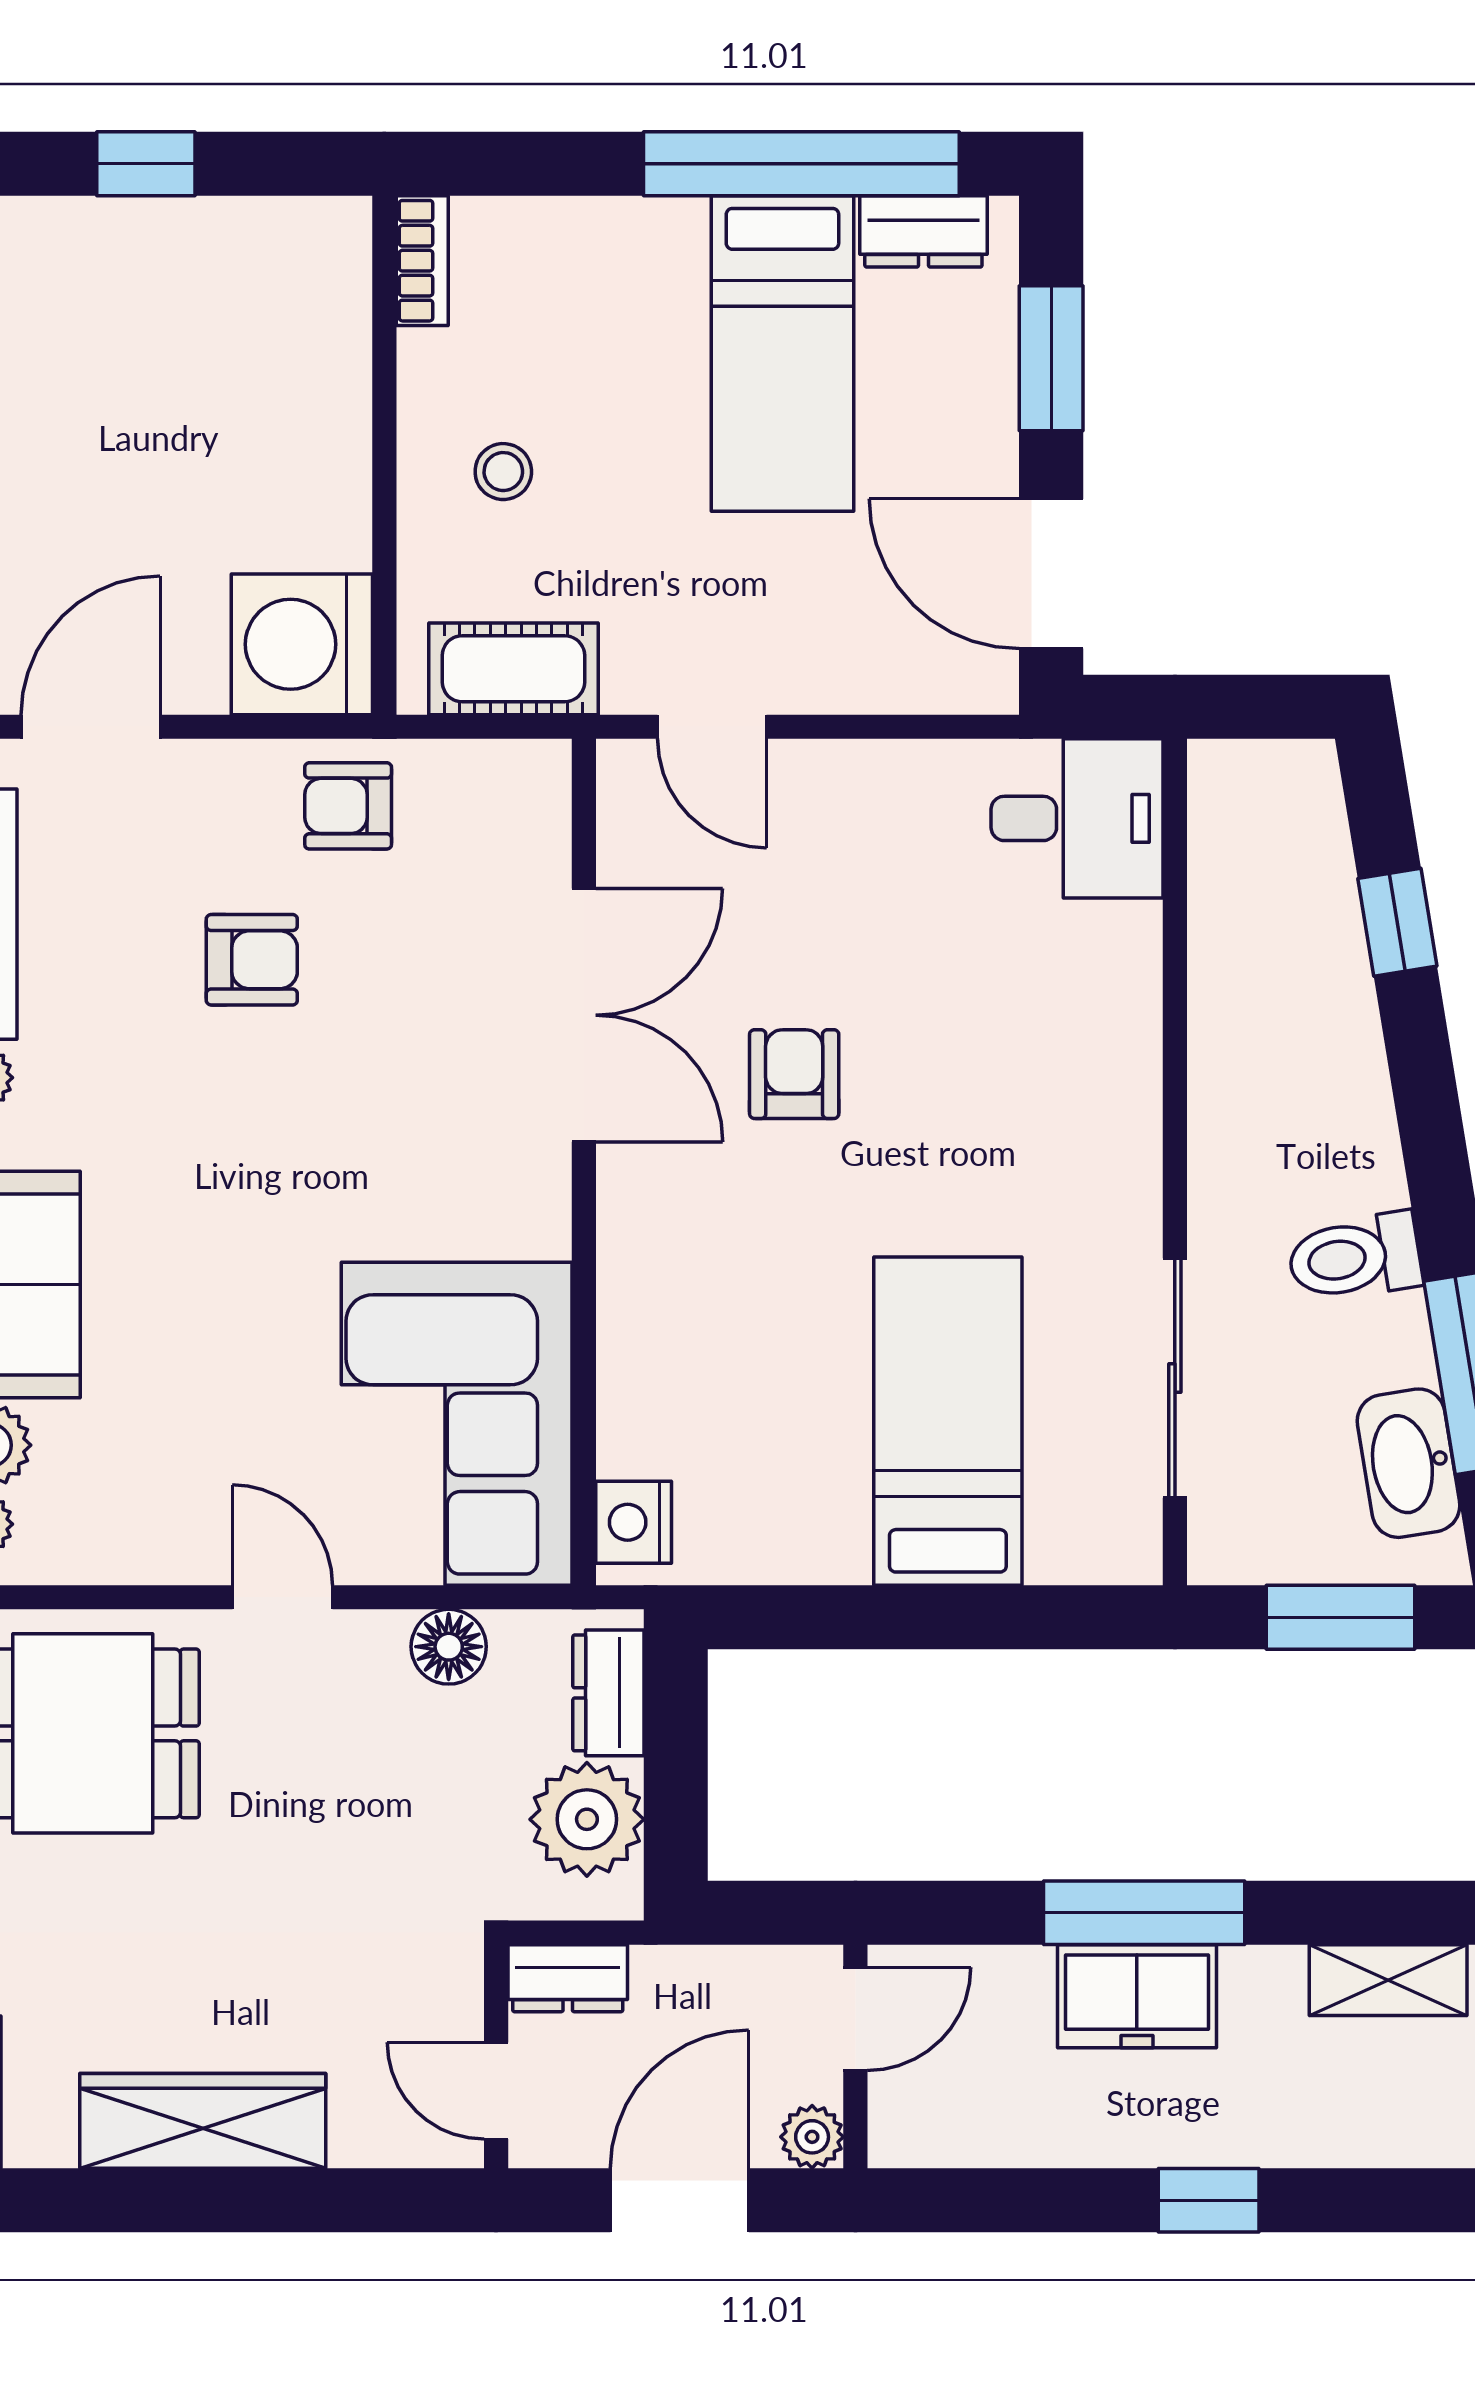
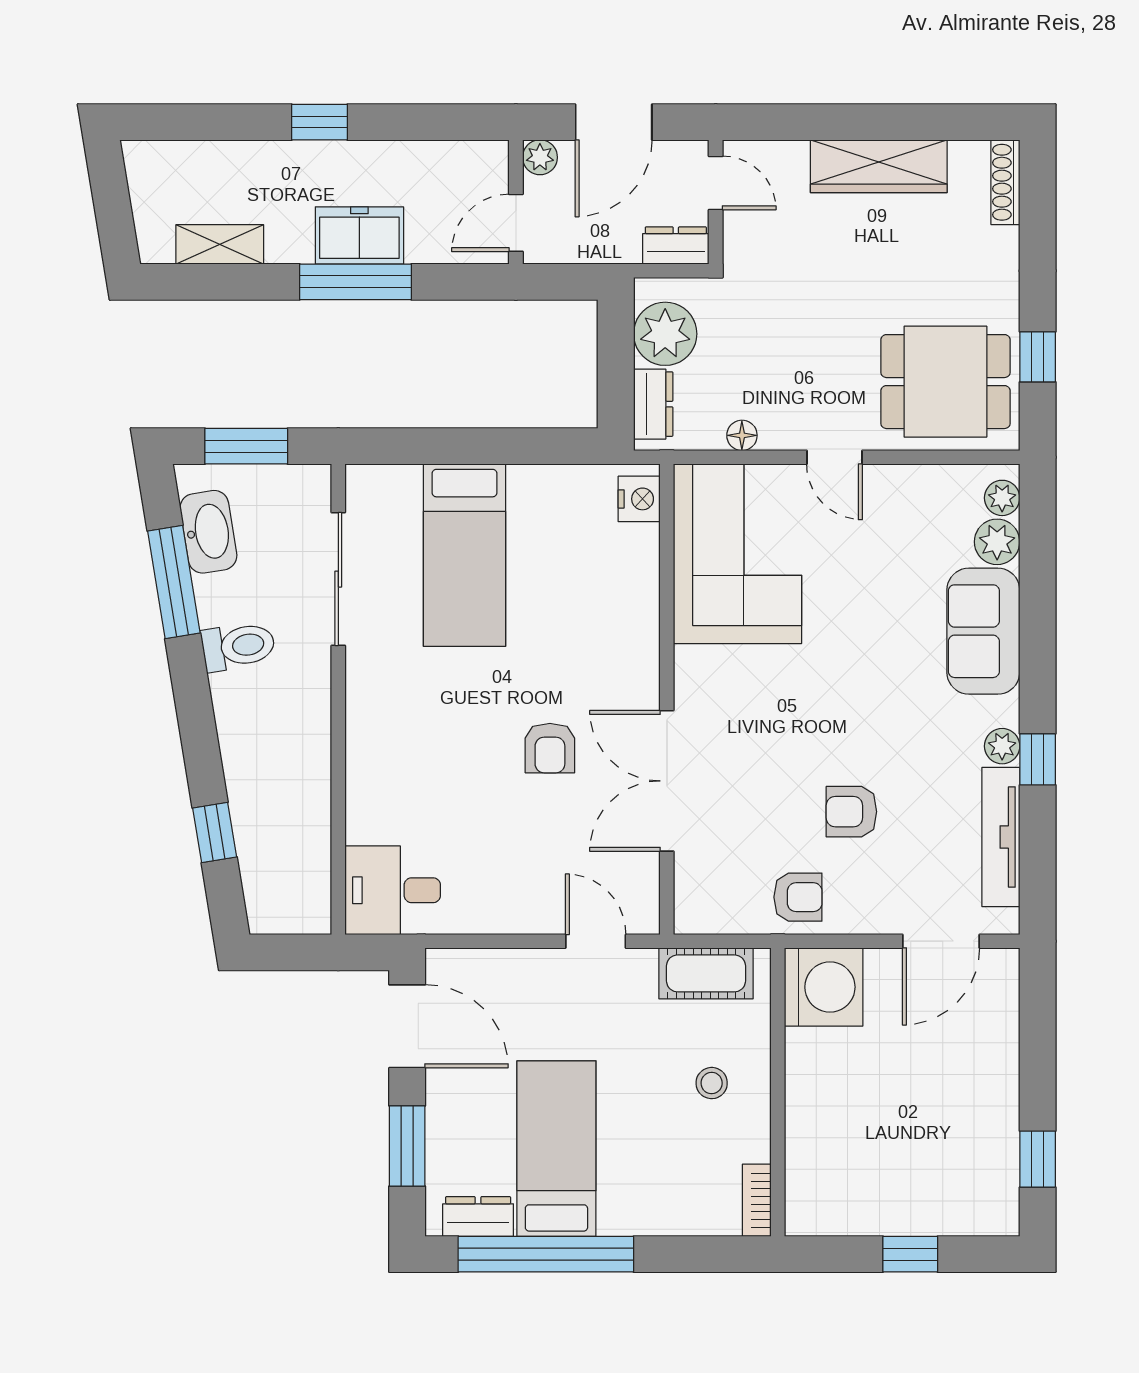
floor lamp: (449, 1647) -> (742, 435), width x0.73, depth x0.73

